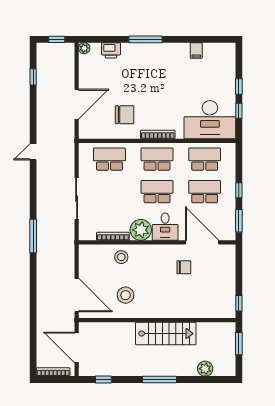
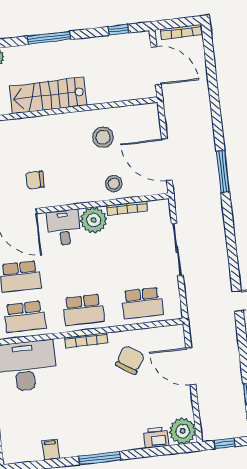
window: (146, 39) -> (100, 458), moved
plant: (84, 48) -> (183, 431), width x1.88, depth x1.88
door: (77, 104) -> (191, 366), hinge flipped
chair: (125, 115) -> (130, 360), turned 122
school desk: (157, 192) -> (79, 270), removed
window: (33, 236) -> (223, 171), moved
door: (77, 295) -> (167, 160), moved

